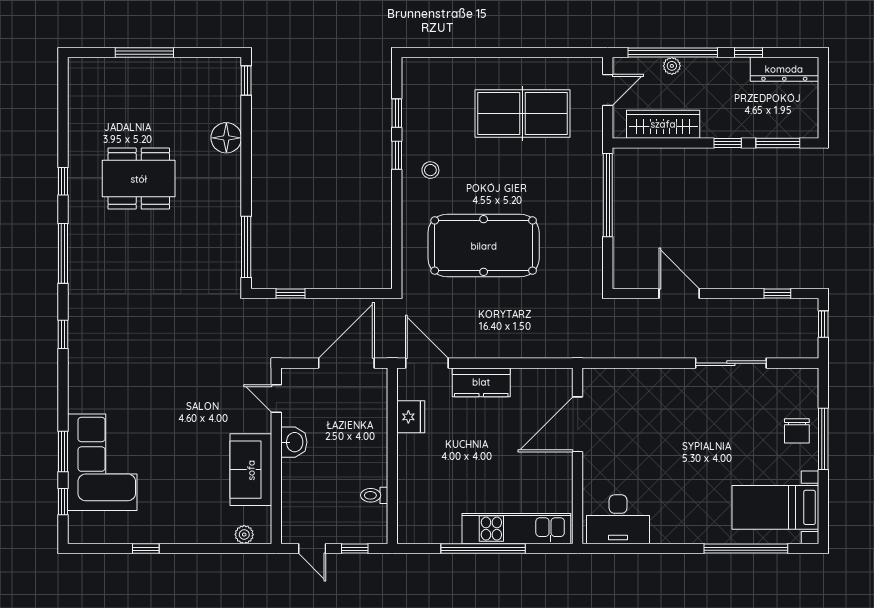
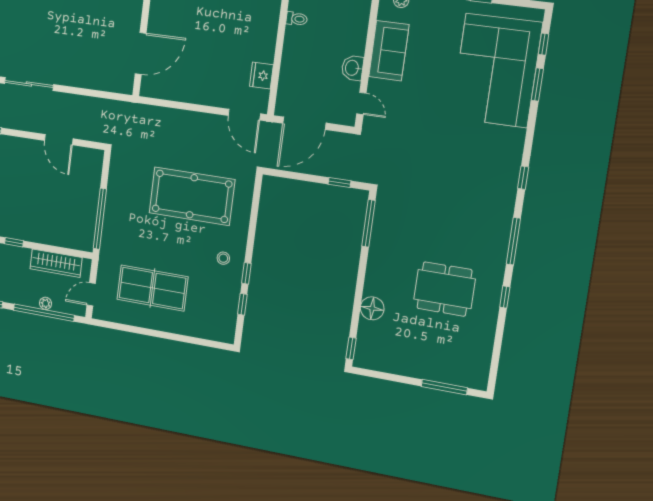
window: (144, 53) -> (444, 387), moved
kitchen counter: (481, 382) -> (206, 95), removed
corner sofa: (102, 462) -> (496, 70), width x1.36, depth x1.36

